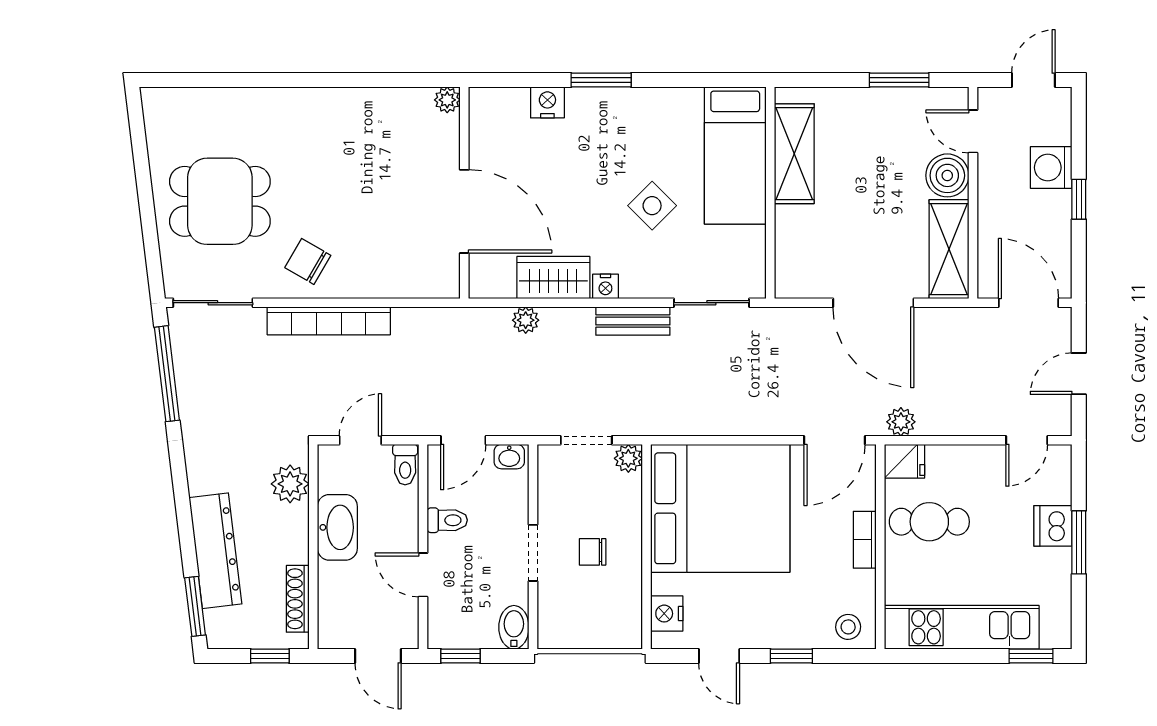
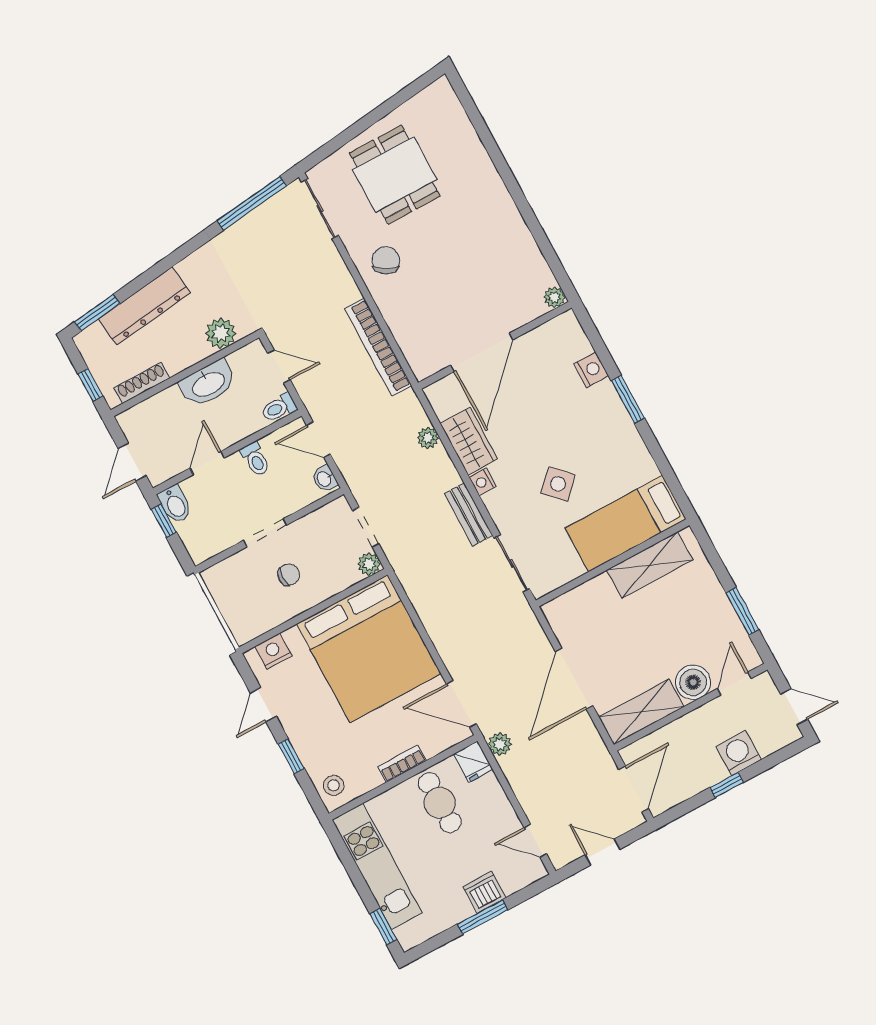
bookcase: (329, 321) -> (378, 347), moved
chair: (593, 552) -> (289, 575), turned 90
bidet: (514, 627) -> (175, 504), moved, turned 90

